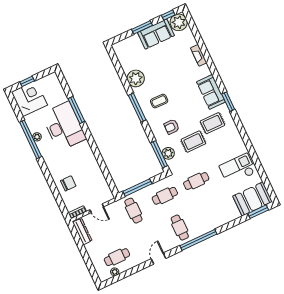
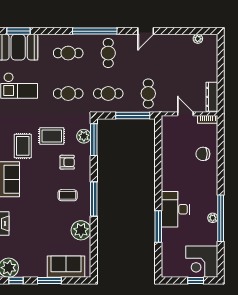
sofa: (156, 34) -> (66, 267), moved
rug: (212, 123) -> (23, 146), turned 90
desk: (64, 126) -> (175, 209), width x0.73, depth x0.77
cafe table: (117, 257) -> (68, 53), moved

